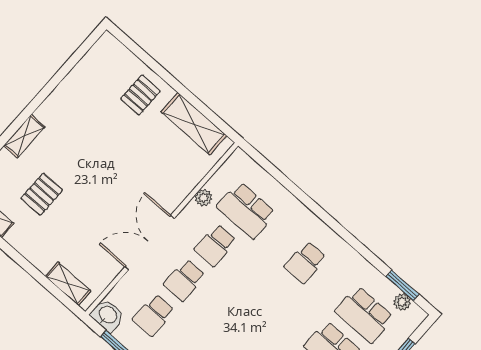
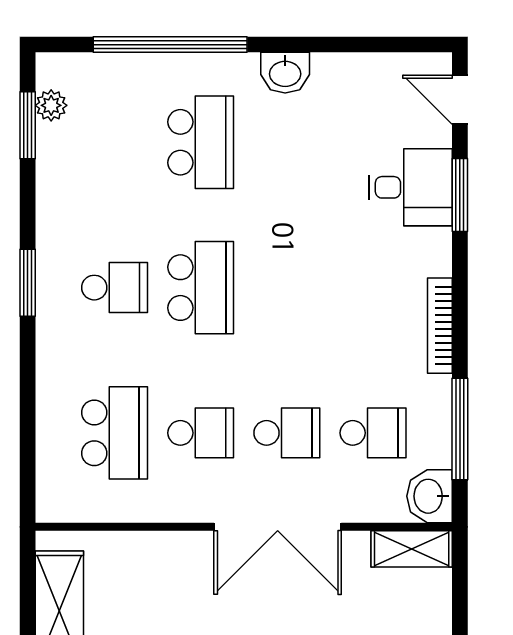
plant: (204, 198) -> (150, 507), removed
window: (338, 229) -> (28, 283), added
shelving: (68, 284) -> (412, 549), moved, turned 90
school desk: (364, 315) -> (201, 288), moved

